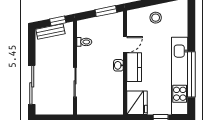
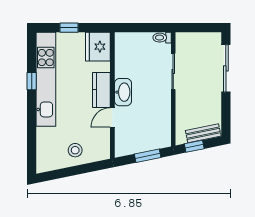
window: (106, 11) -> (148, 156), moved
toilet: (84, 42) -> (162, 38), moved
washbasin: (118, 65) -> (123, 92), width x1.91, depth x1.45
window: (191, 74) -> (32, 81), width x0.32

